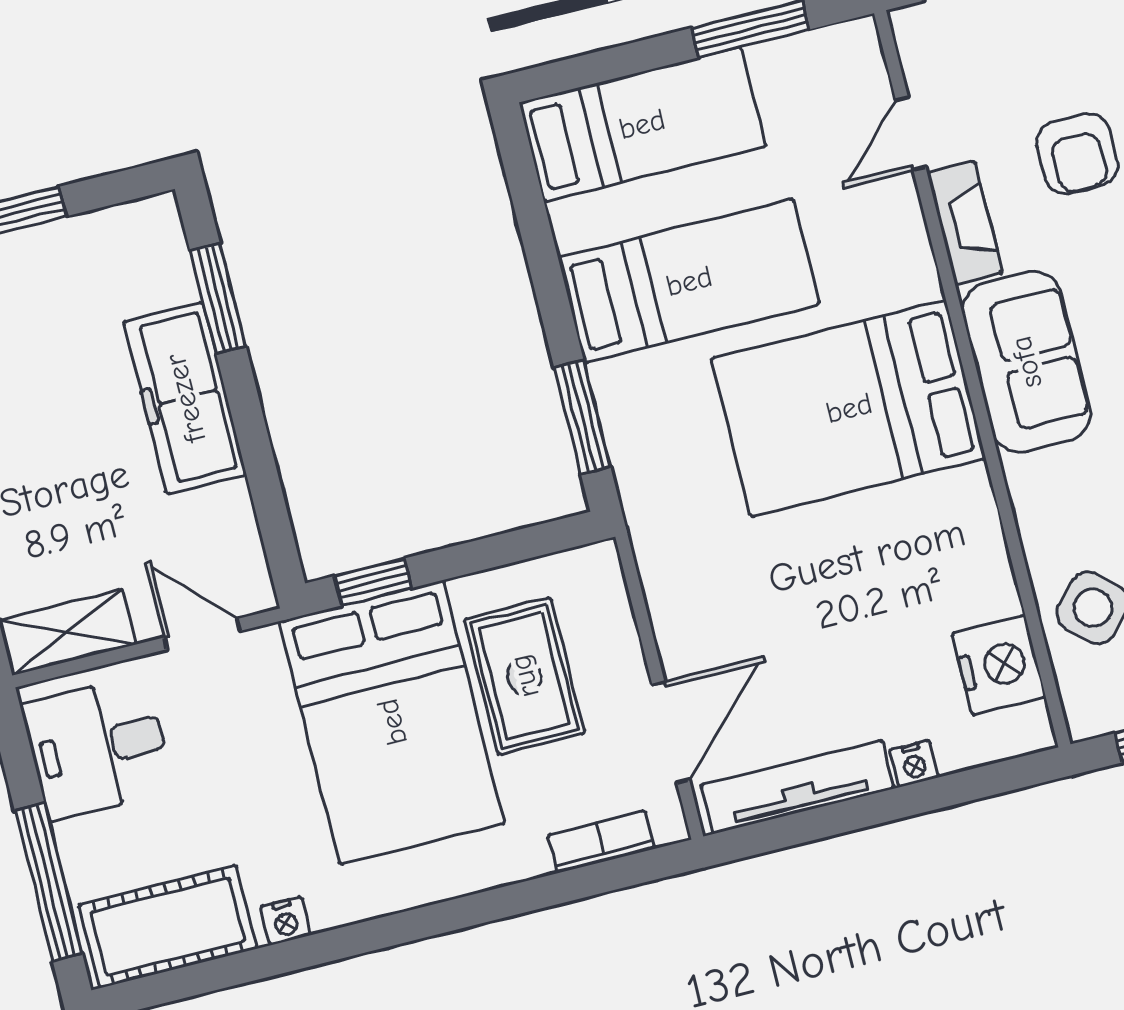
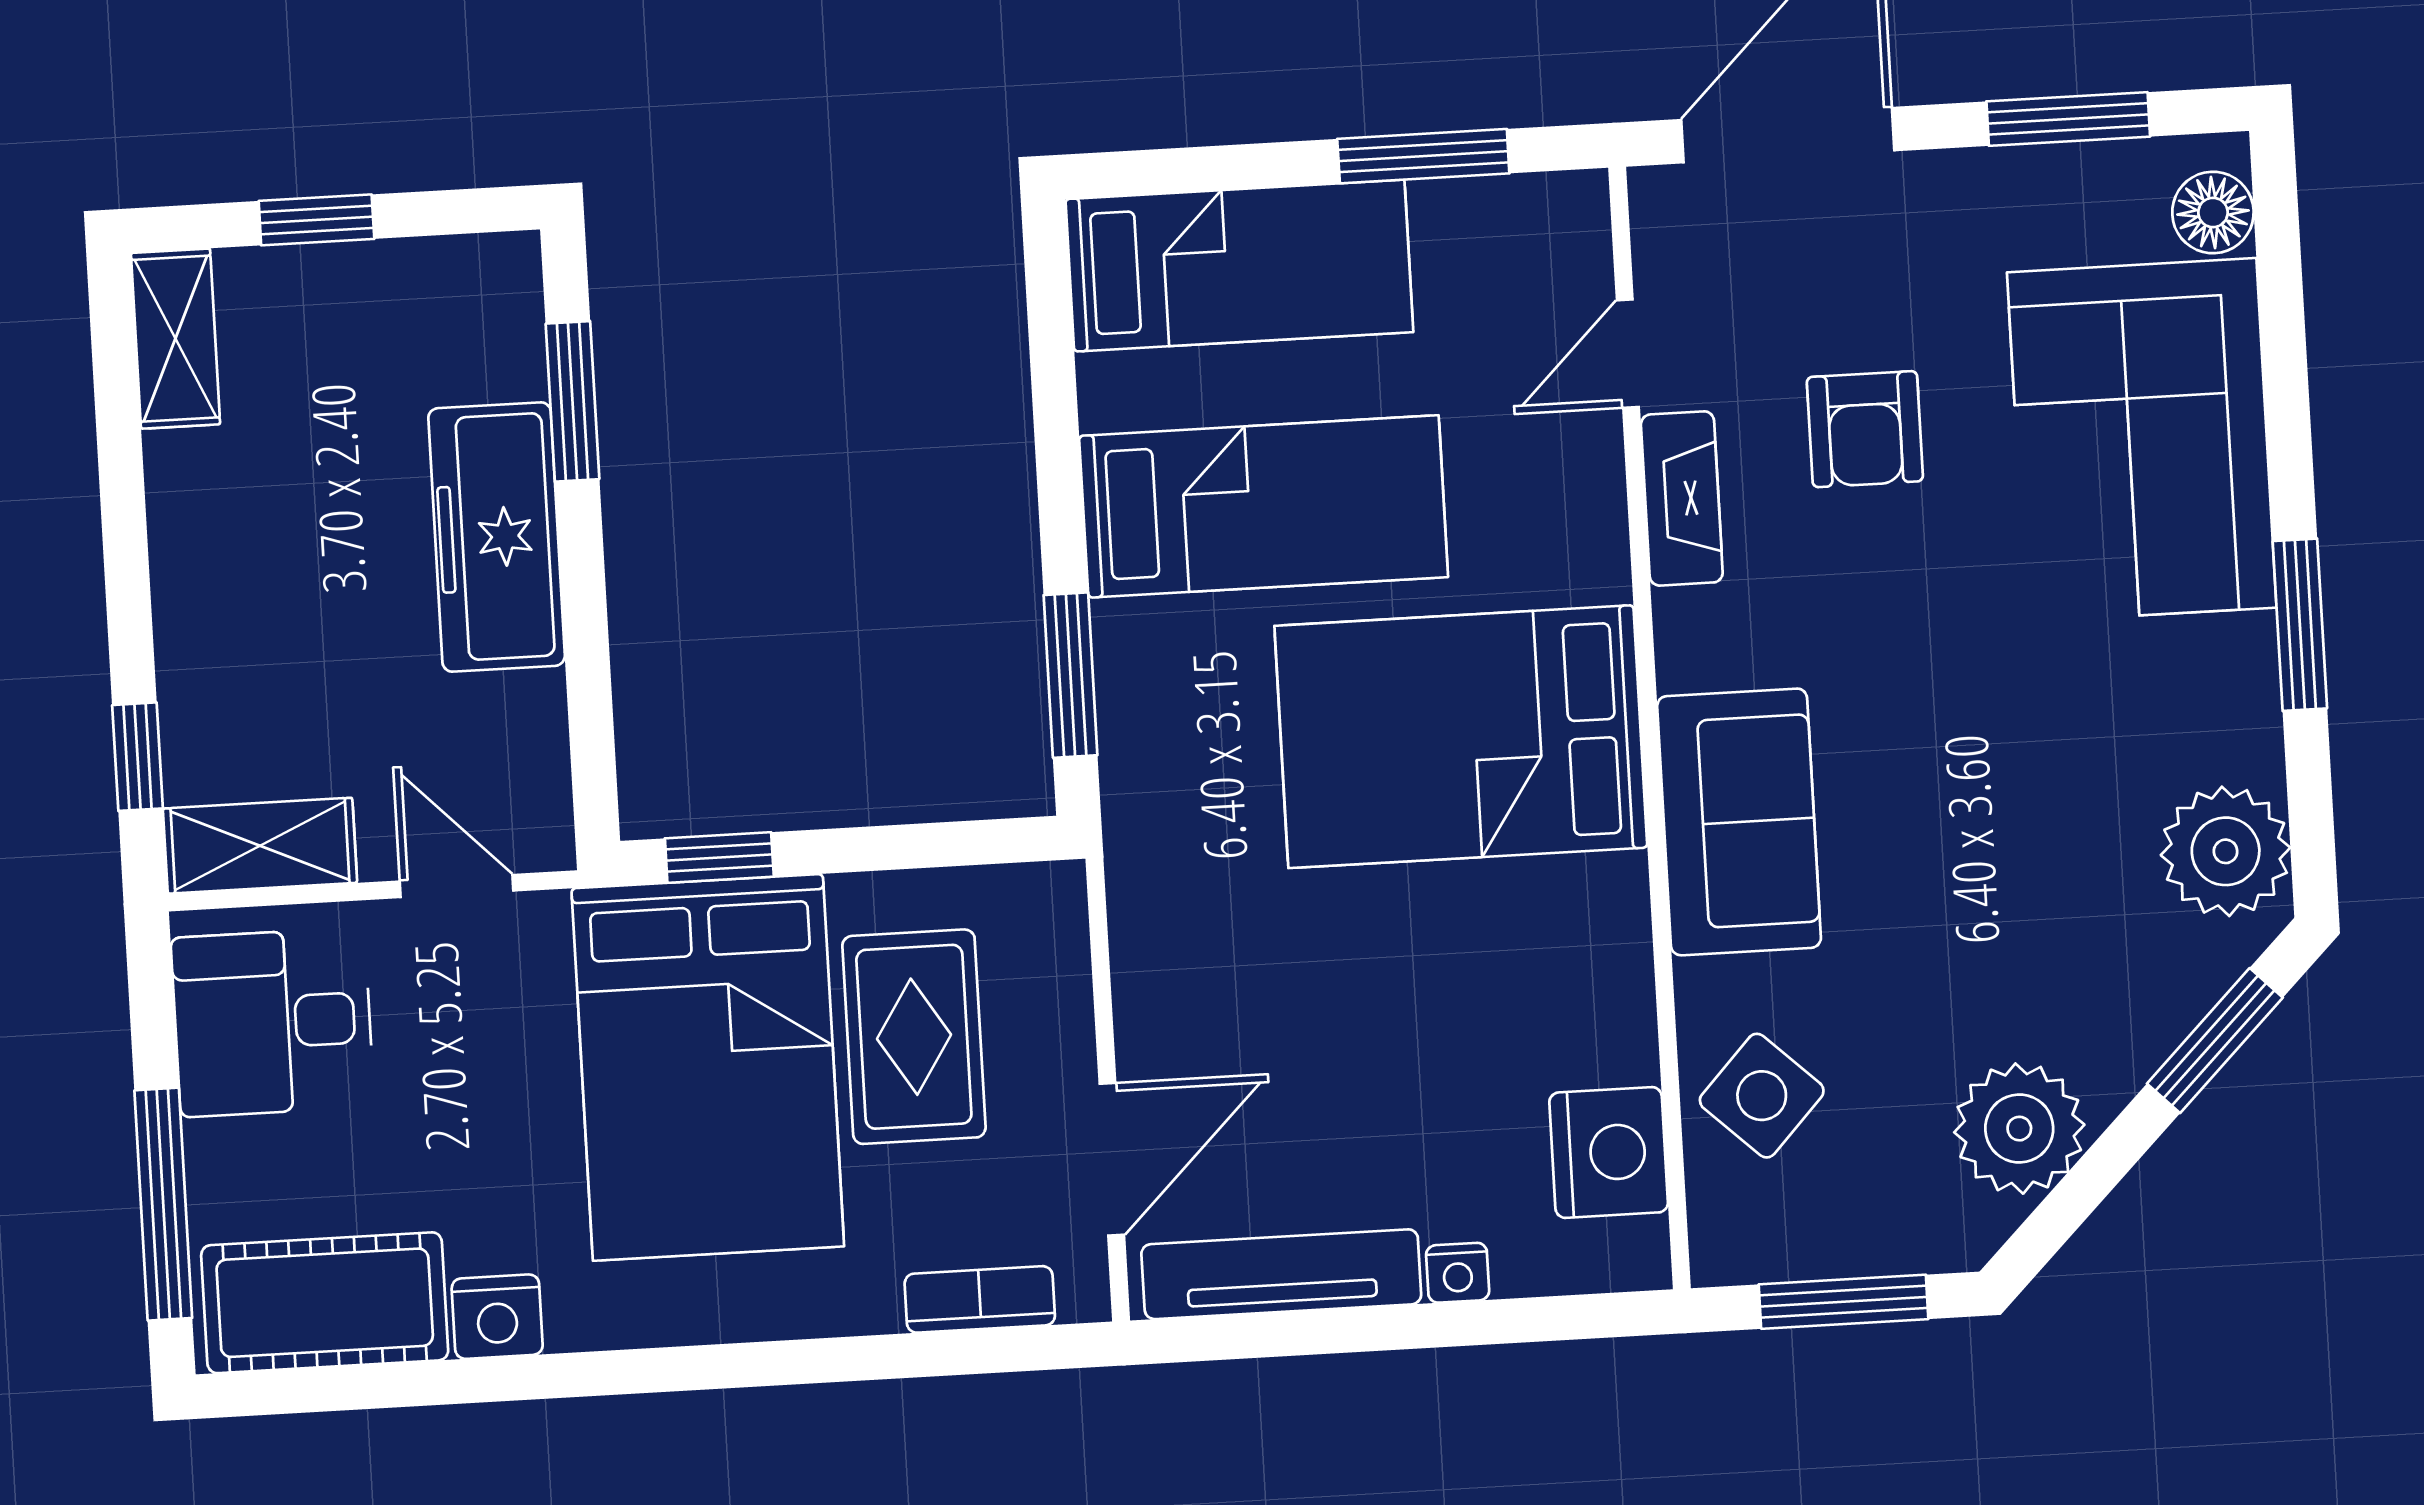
sofa: (1026, 362) -> (1739, 822), moved
nightstand: (285, 921) -> (497, 1317), width x1.39, depth x1.35

